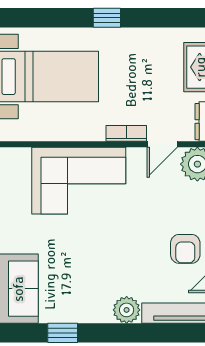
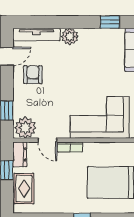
door: (162, 144) -> (47, 140), swing flipped

